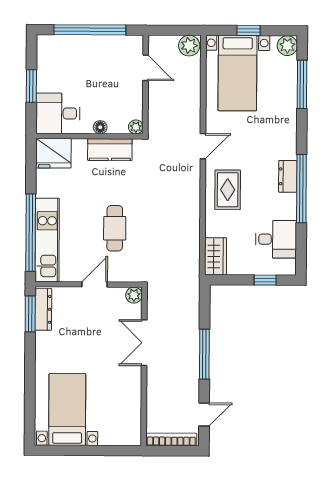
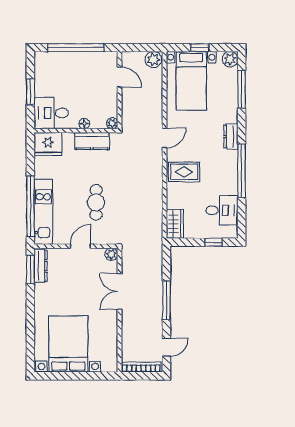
dresser: (288, 176) -> (231, 137), moved
rug: (228, 190) -> (184, 172), turned 90
bed with nightstands: (67, 410) -> (68, 344), width x1.36

